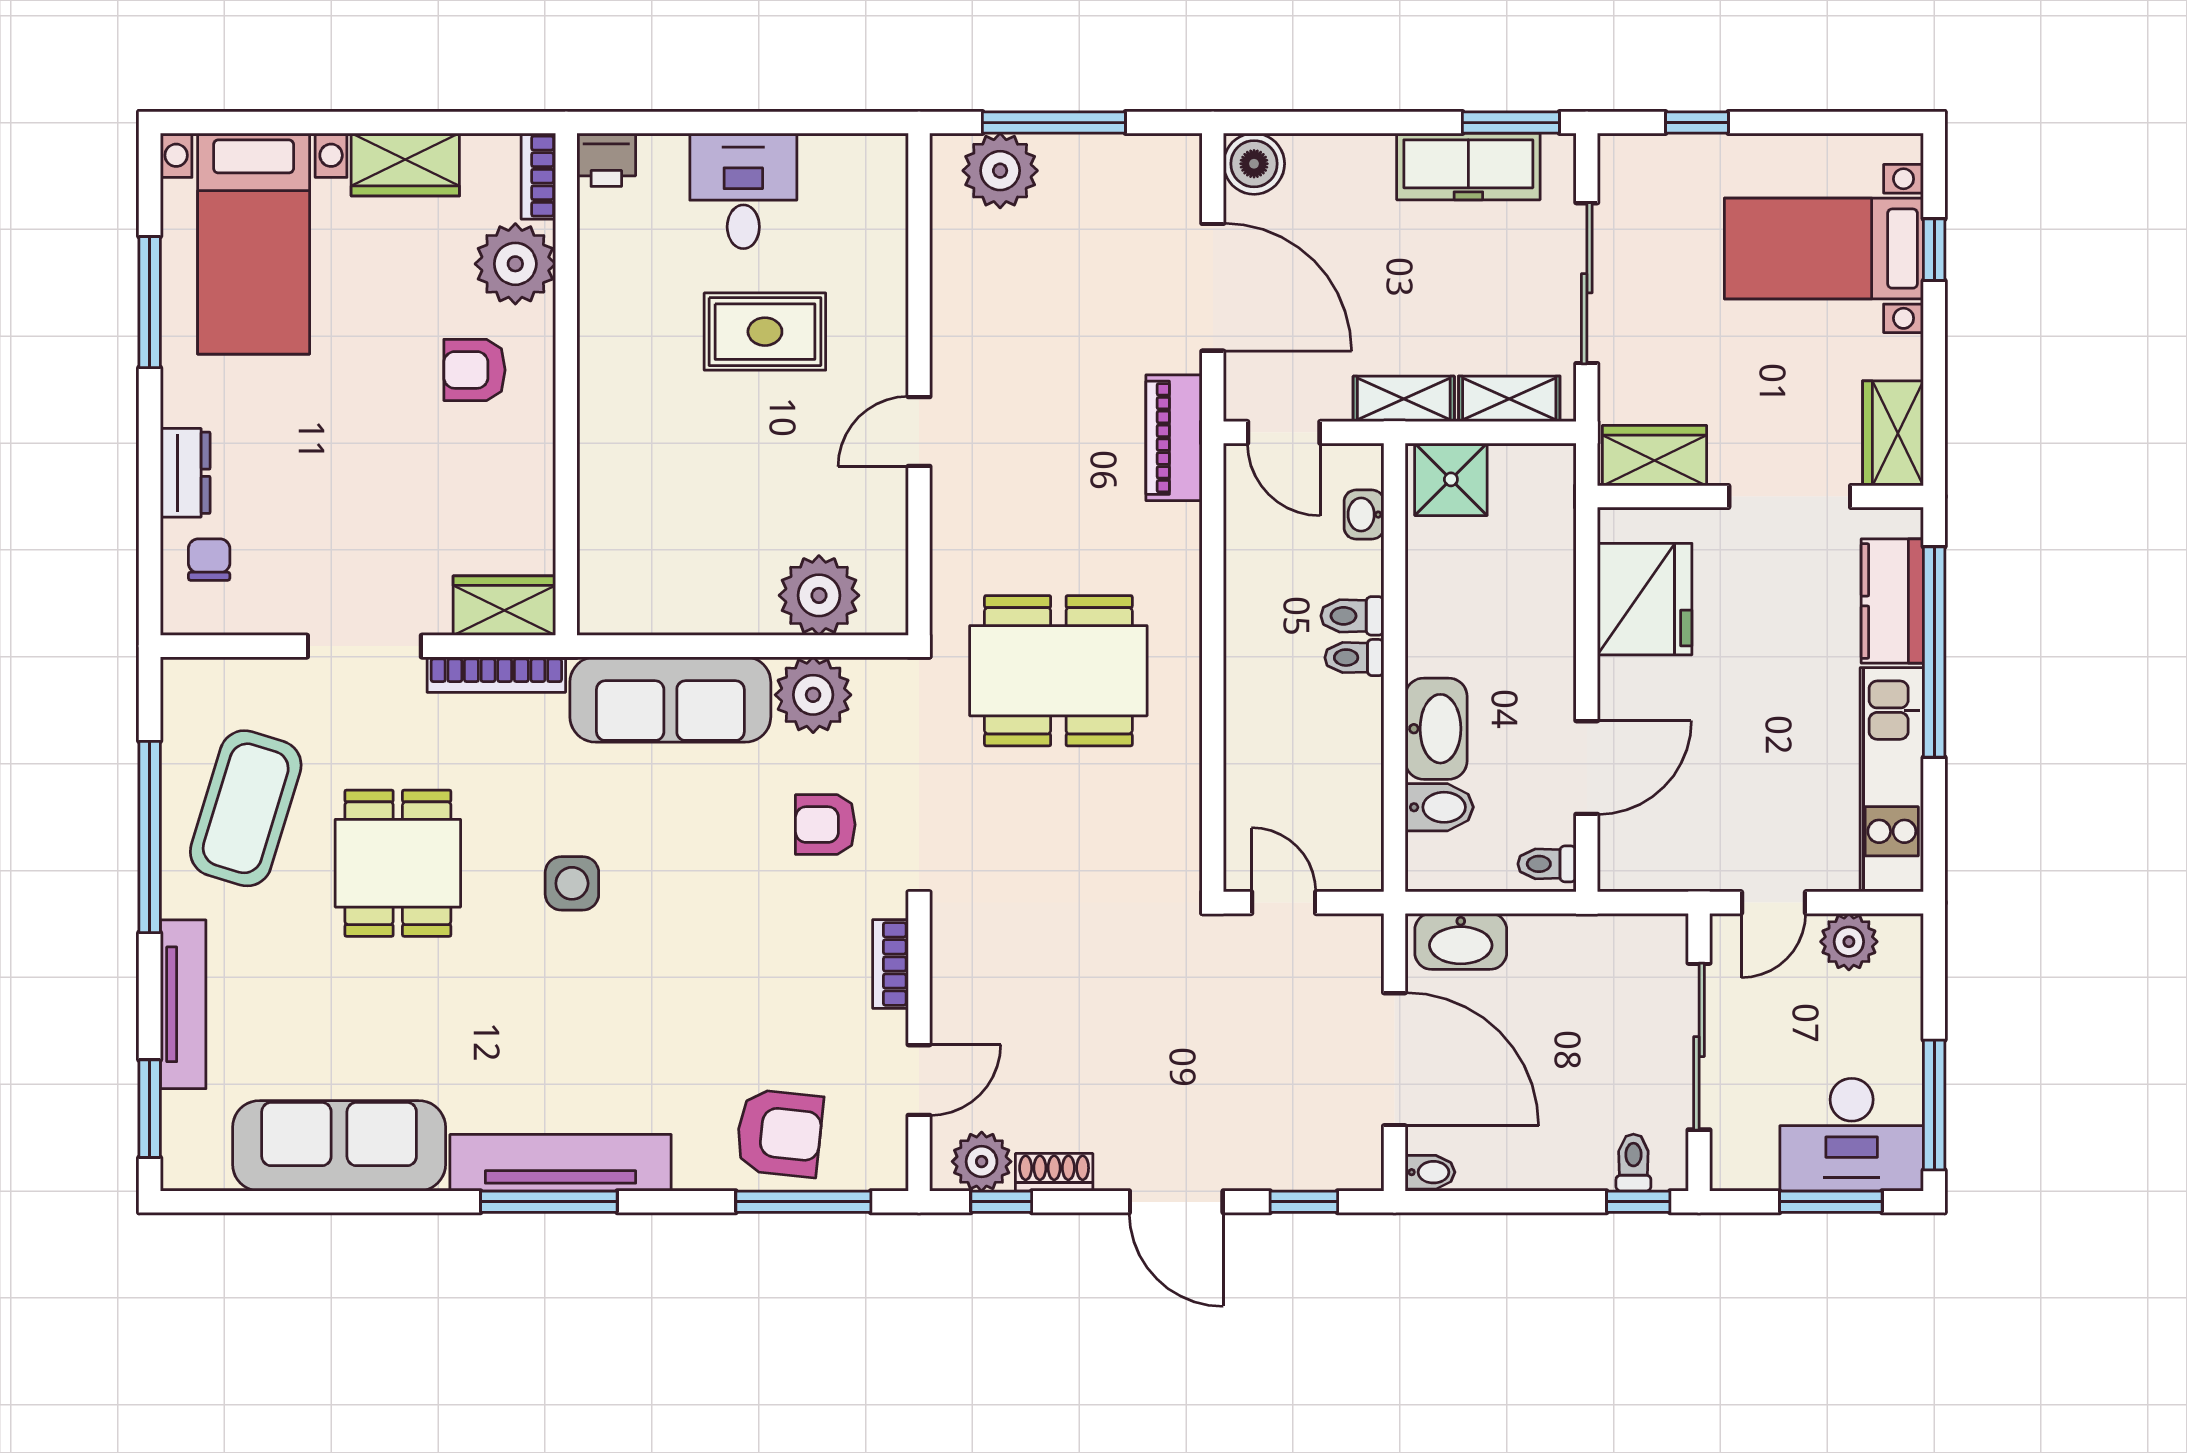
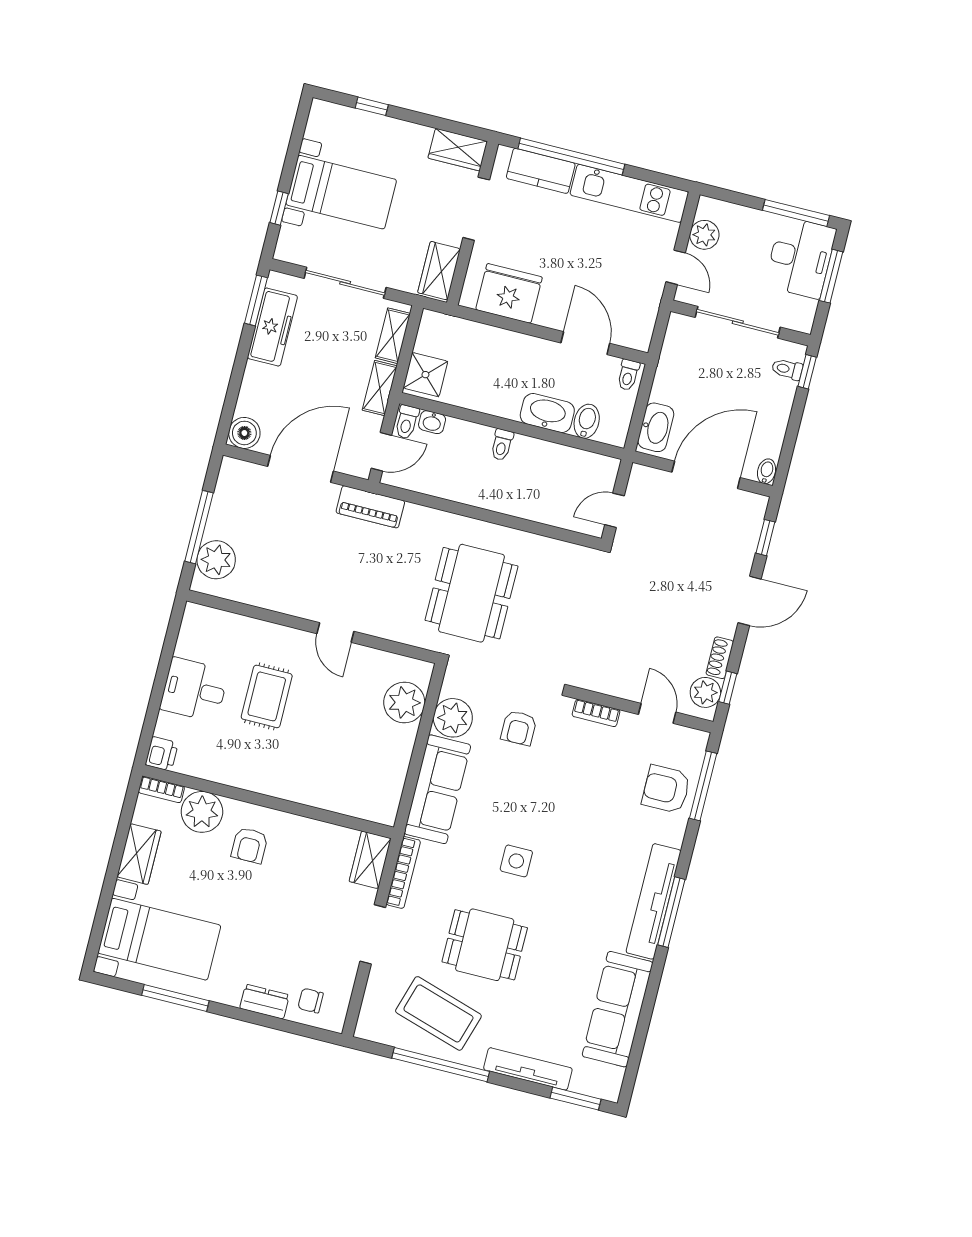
bed with nightstands: (1824, 249) -> (341, 192), moved, turned -90
toilet: (1352, 616) -> (407, 422), moved
armchair: (779, 1133) -> (666, 789), turned -96

